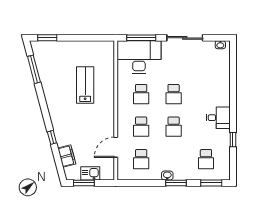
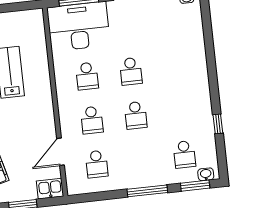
desk: (218, 118) -> (195, 96), removed
kitchen sink: (90, 173) -> (50, 189), moved
washbasin: (167, 175) -> (206, 174), moved
window: (176, 183) -> (147, 191), width x1.44

